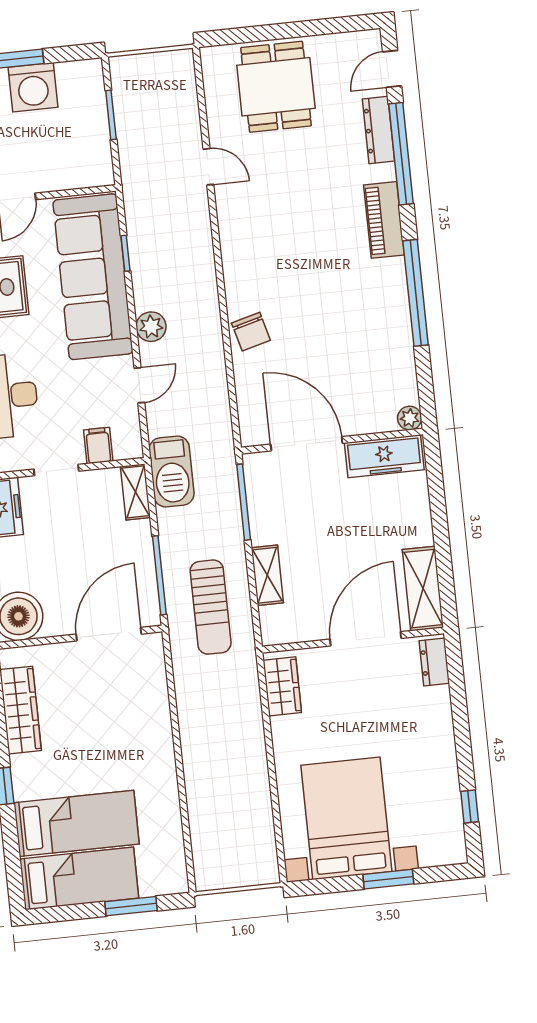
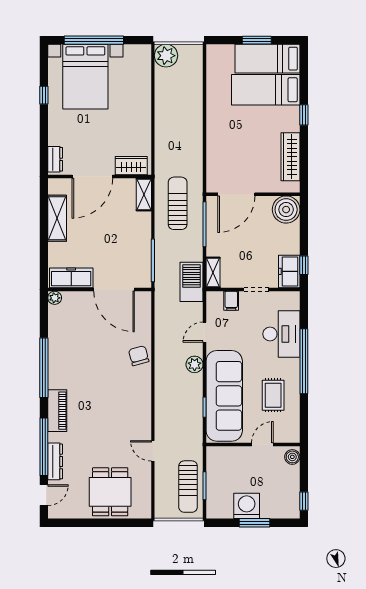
sun lounger: (140, 110) -> (188, 487), added
shelving: (267, 575) -> (144, 194), moved
shelving: (423, 589) -> (57, 218), moved
wardrobe: (282, 686) -> (131, 166), moved, turned 90
window: (470, 807) -> (44, 95), moved
bed with nightstands: (346, 818) -> (85, 77), moved
plant: (258, 865) -> (166, 56), added
window: (388, 879) -> (94, 40), width x2.11
window: (131, 906) -> (257, 40), moved

